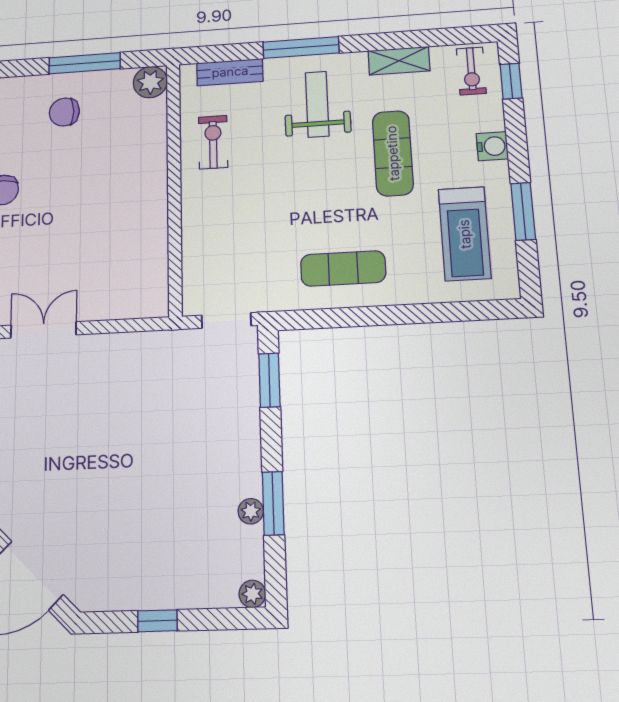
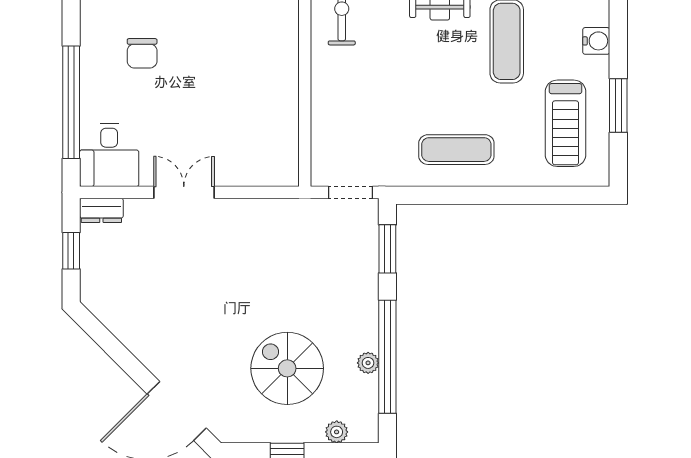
window: (273, 503) -> (387, 357), width x2.11
spiral stairs: (157, 521) -> (287, 368), added
plant: (252, 594) -> (337, 432), moved

